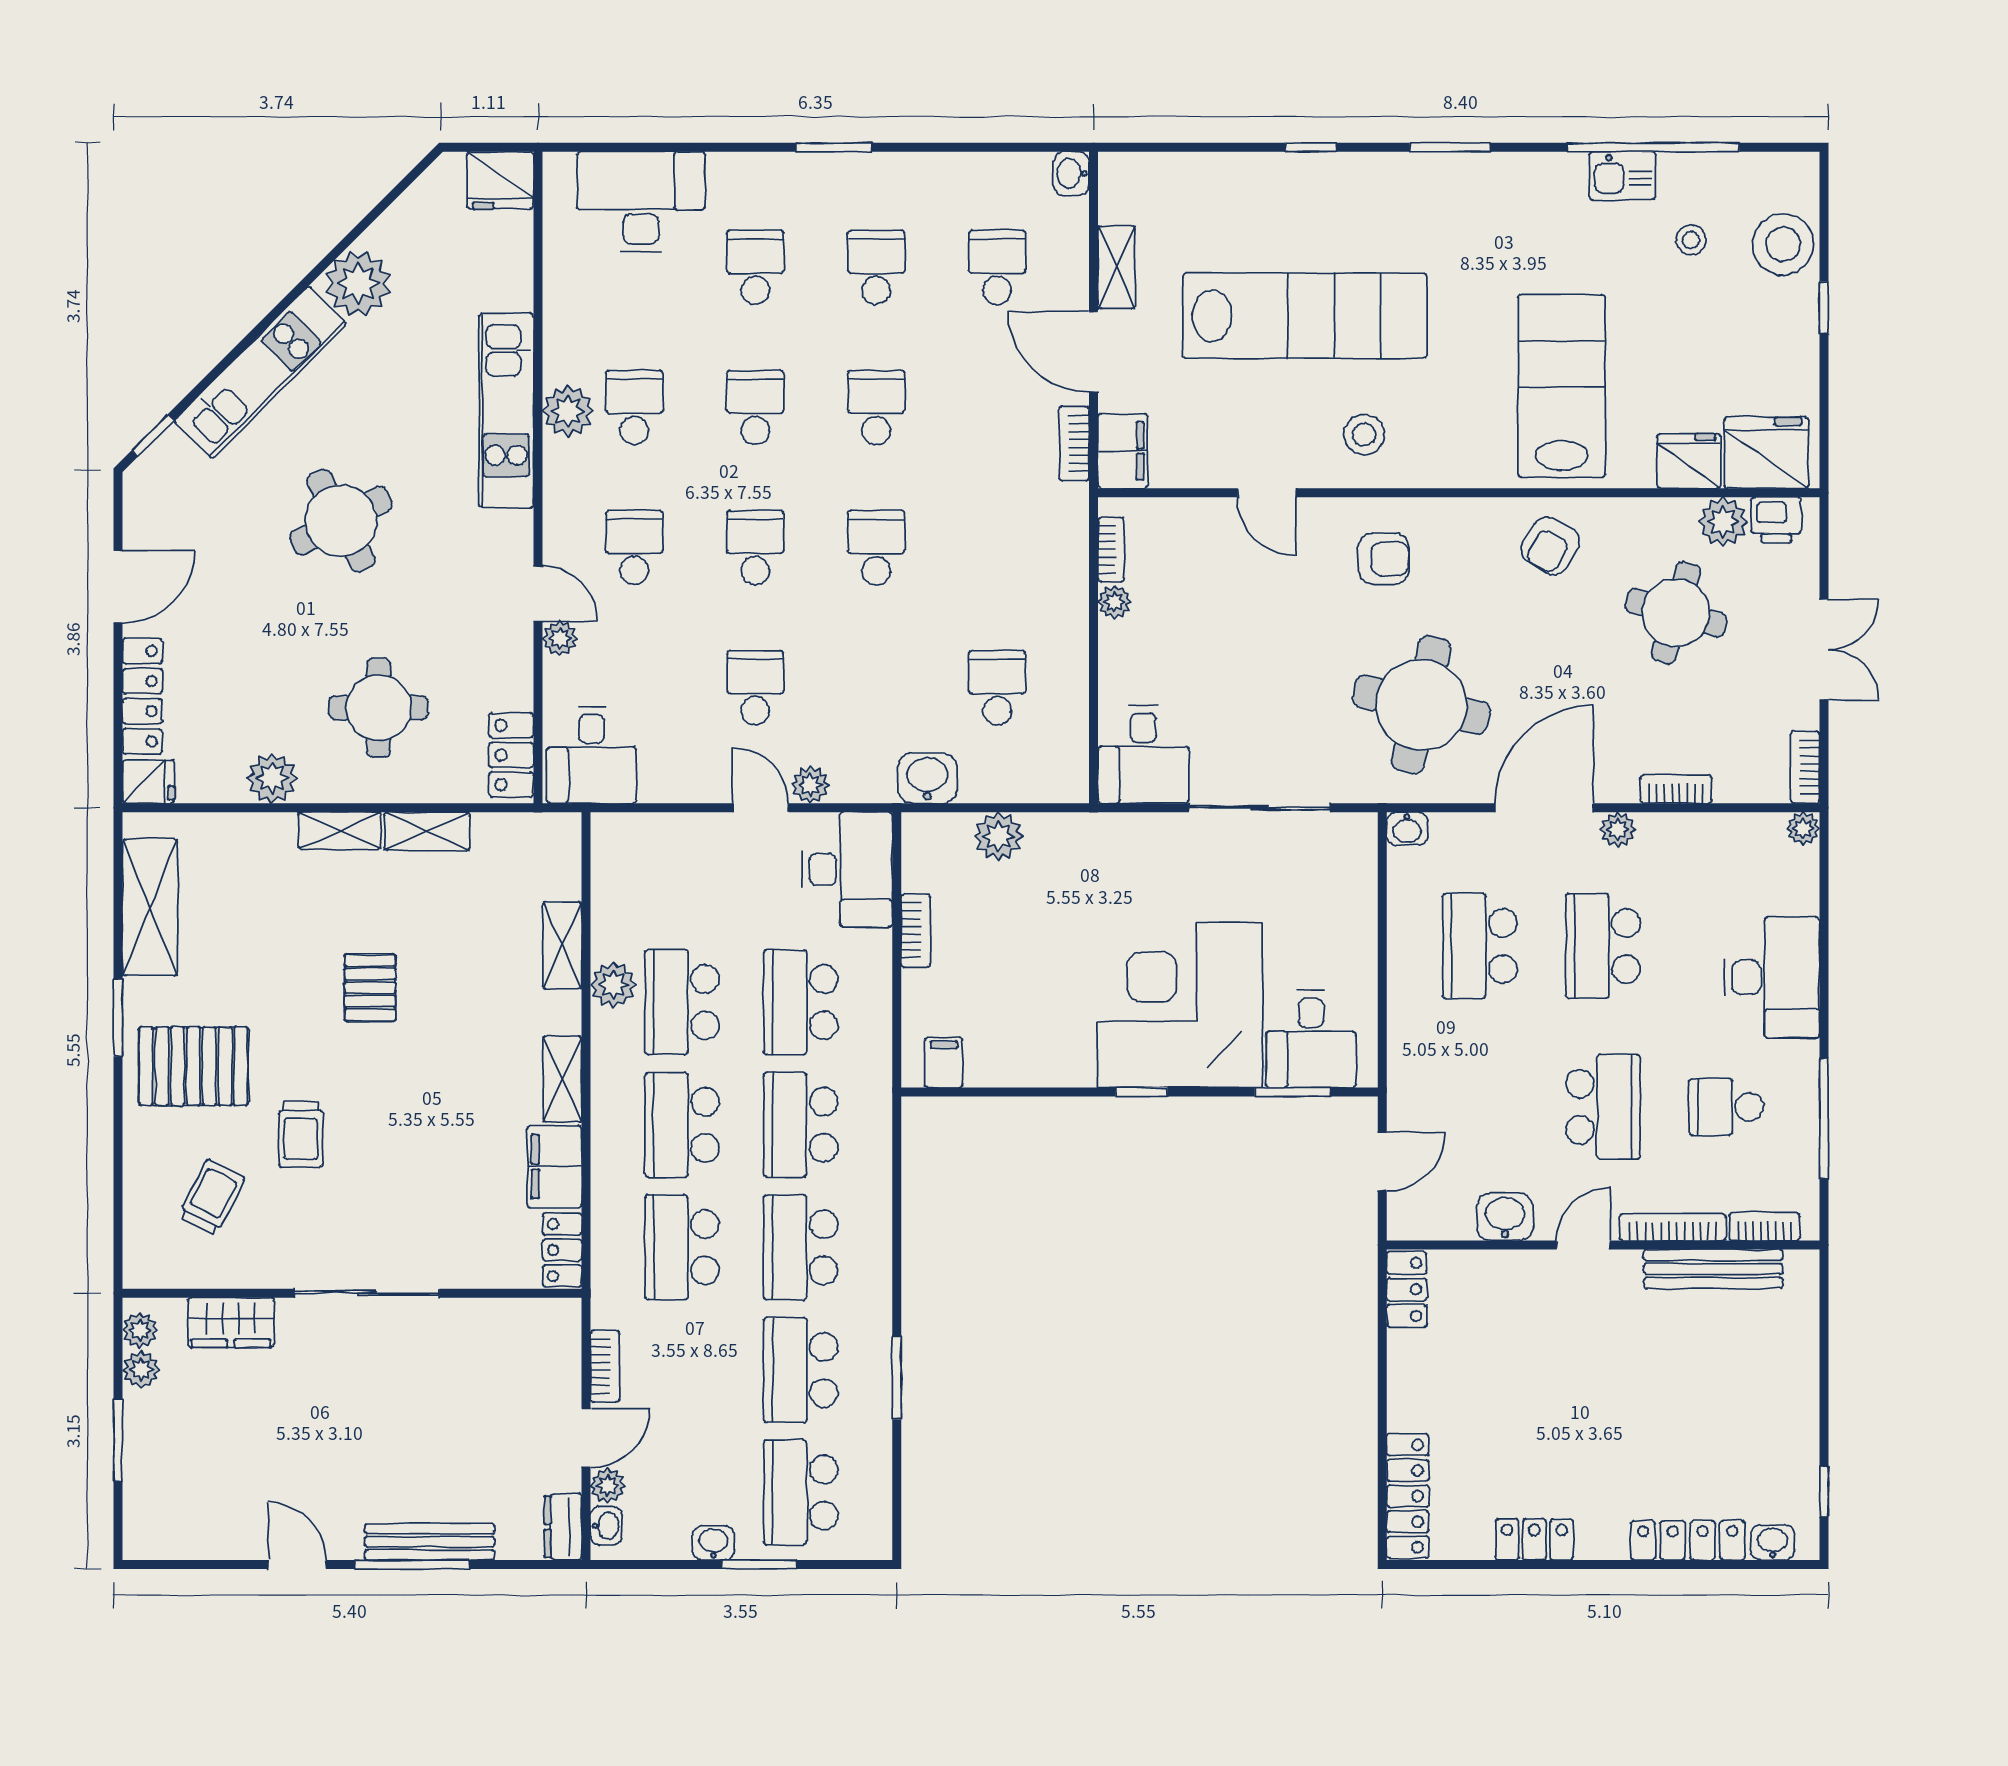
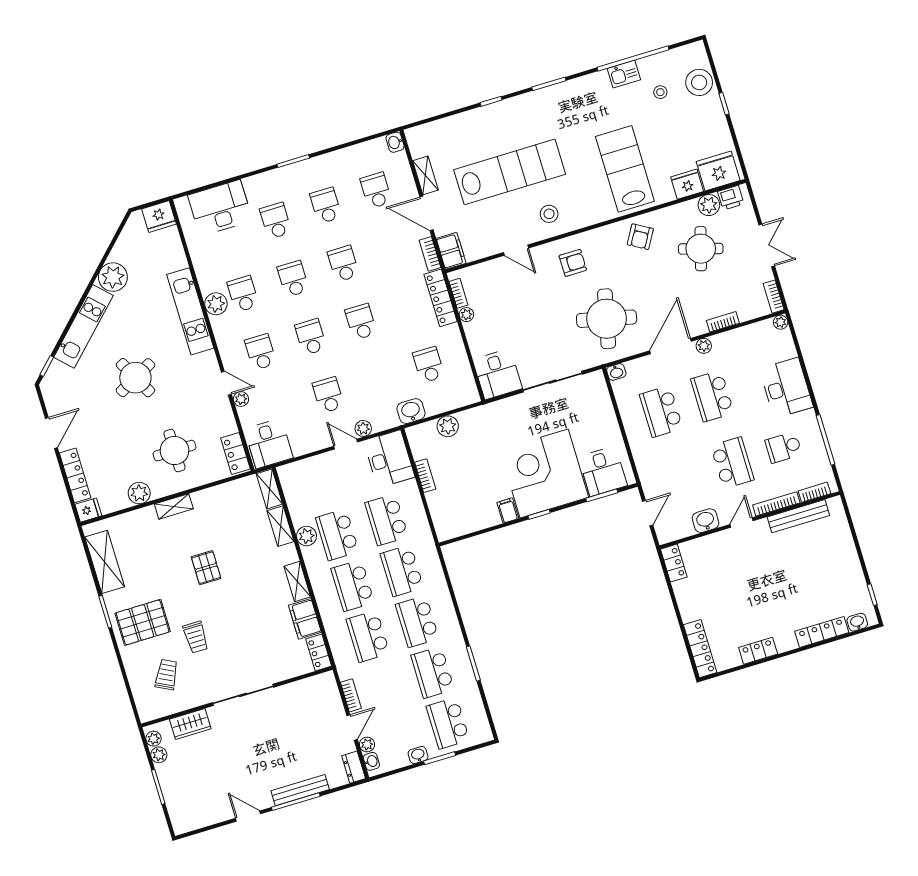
locker: (1068, 548) -> (441, 298), added
shelving: (427, 831) -> (269, 489), moved, turned 90
filing cabinet: (944, 1062) -> (508, 510), moved

